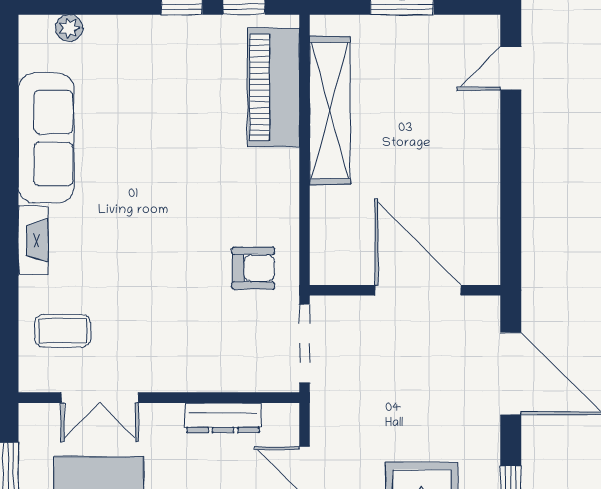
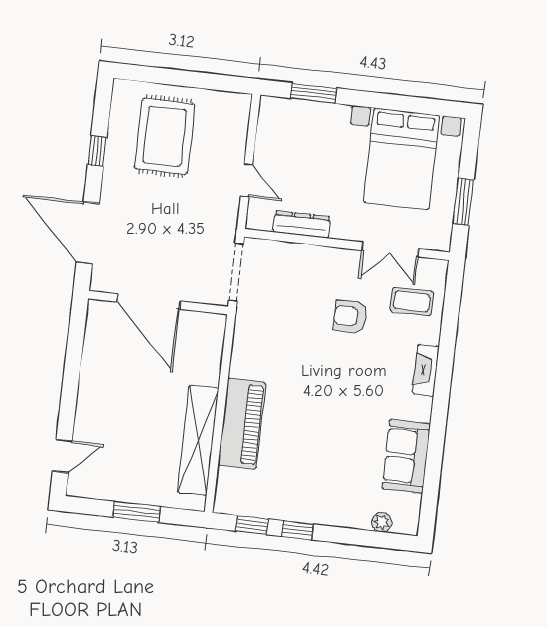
piano: (273, 88) -> (242, 424), moved
sofa: (46, 138) -> (406, 456), width x0.73
armchair: (253, 268) -> (350, 316), moved
double door: (100, 398) -> (390, 249), swing flipped

